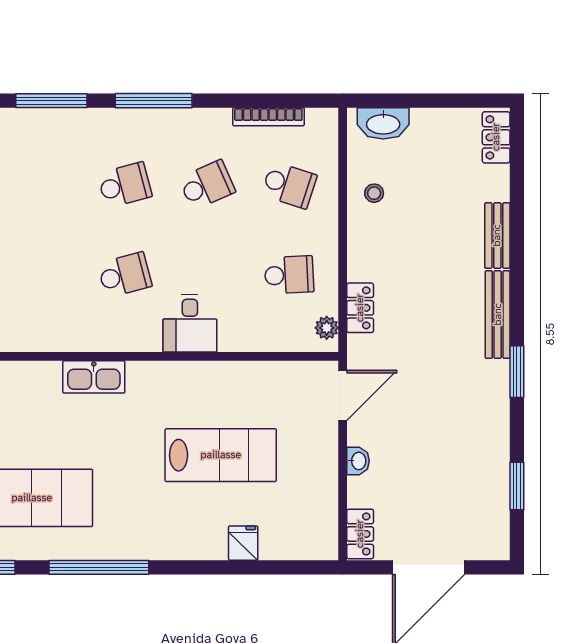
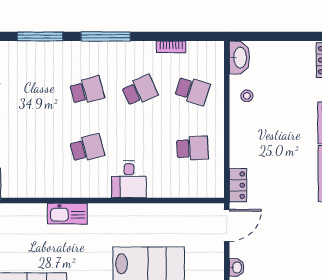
bookcase: (268, 117) -> (171, 47), width x0.64
washbasin: (383, 123) -> (240, 58), moved, turned -90
locker: (360, 308) -> (238, 185), moved
plant: (327, 328) -> (217, 182), removed

